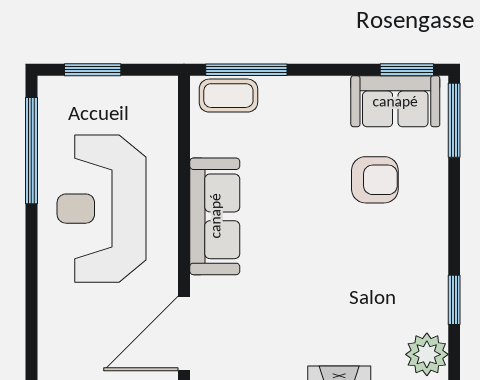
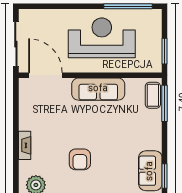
window: (93, 70) -> (165, 51), moved
armchair: (375, 180) -> (80, 159), moved

